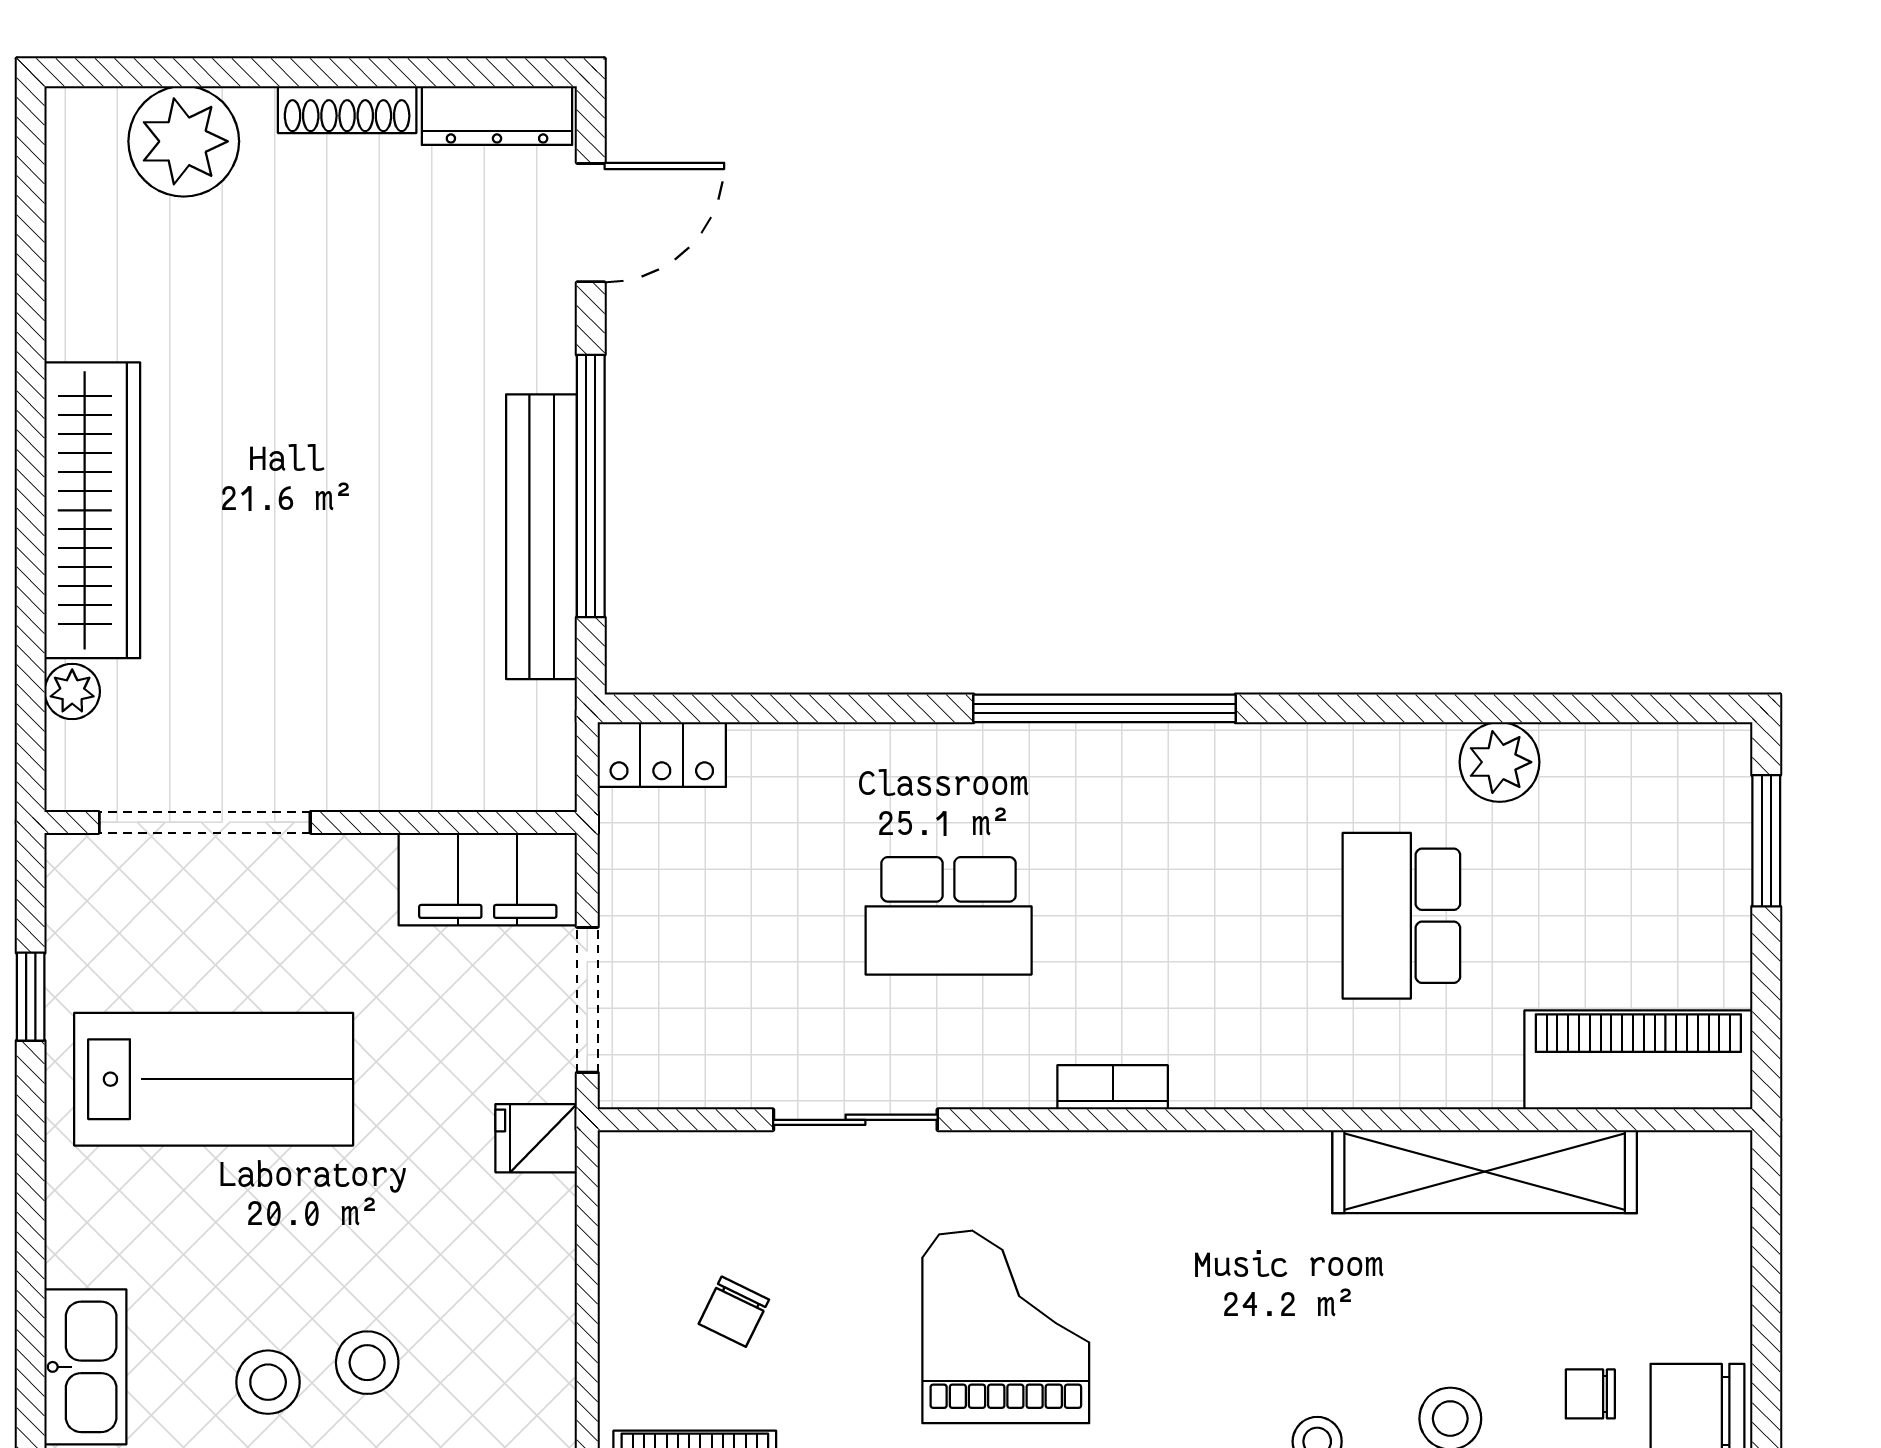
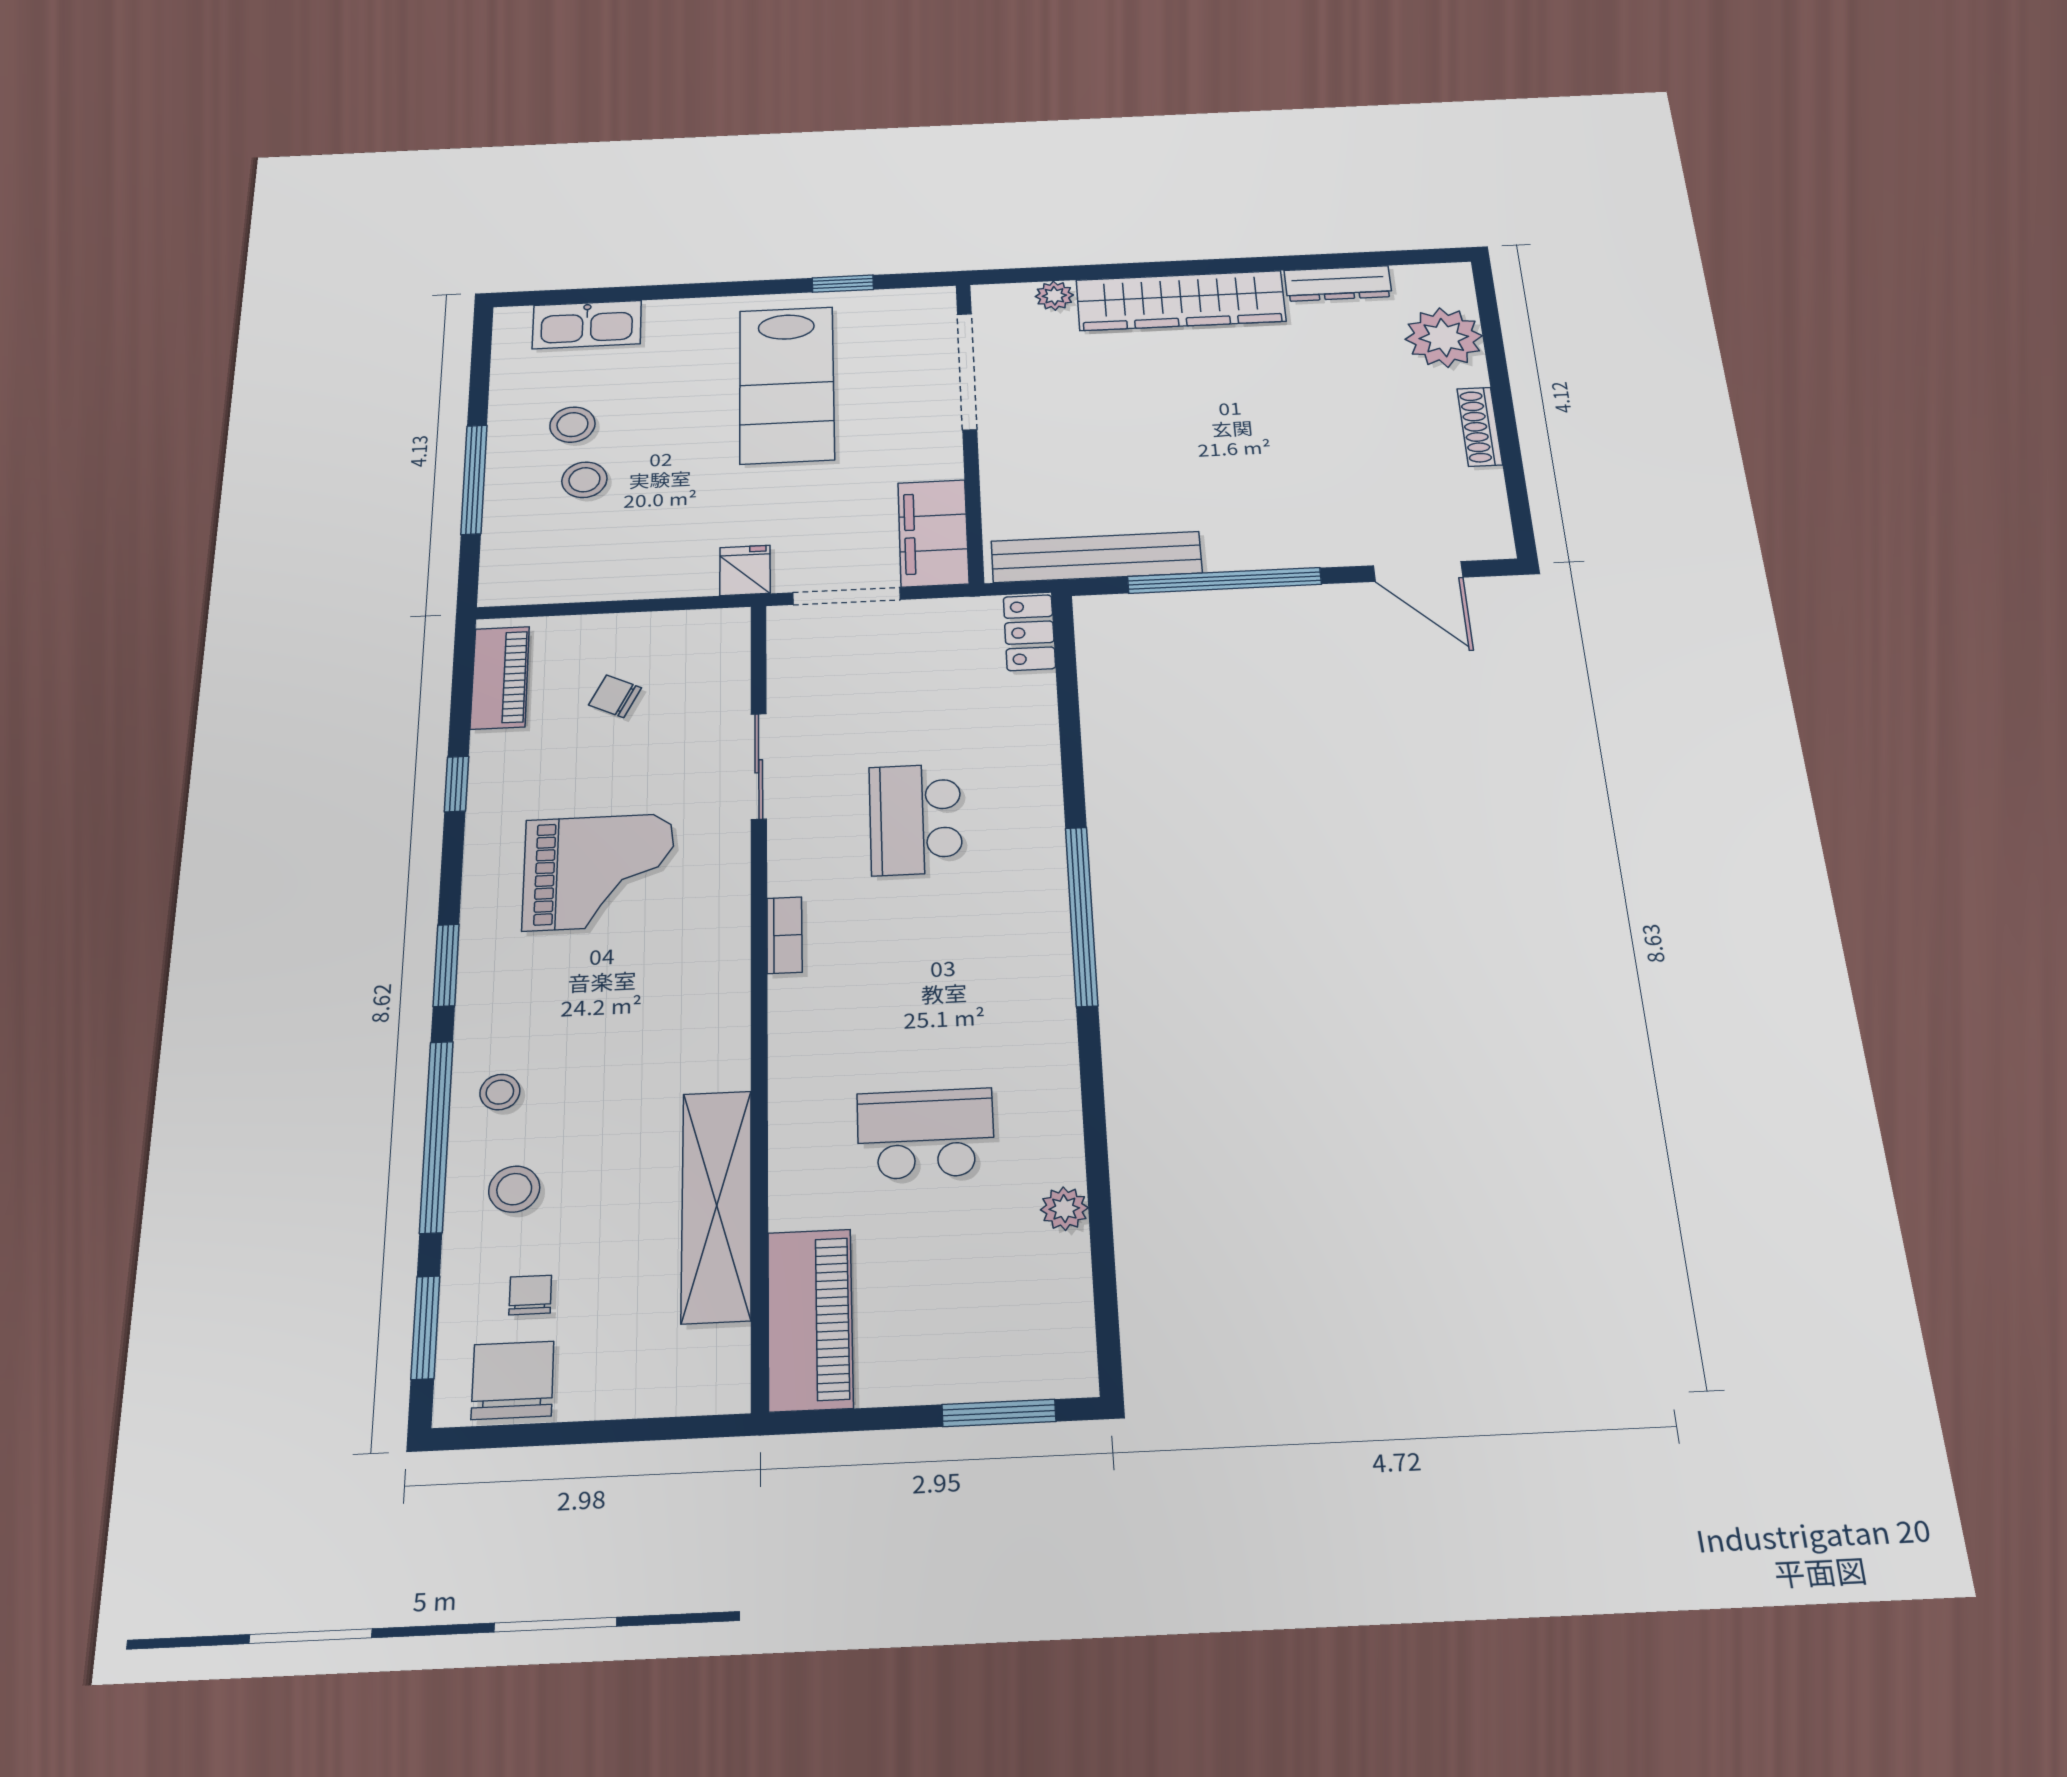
dresser: (497, 115) -> (1338, 283), moved, turned -90
bench: (541, 537) -> (1096, 557), moved
plant: (1500, 762) -> (1064, 1209), width x0.73, depth x0.73

